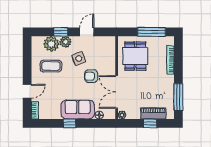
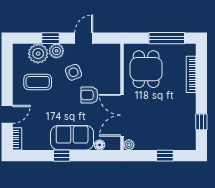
window: (178, 97) -> (201, 122), width x0.46
piano: (153, 113) -> (169, 143), removed

